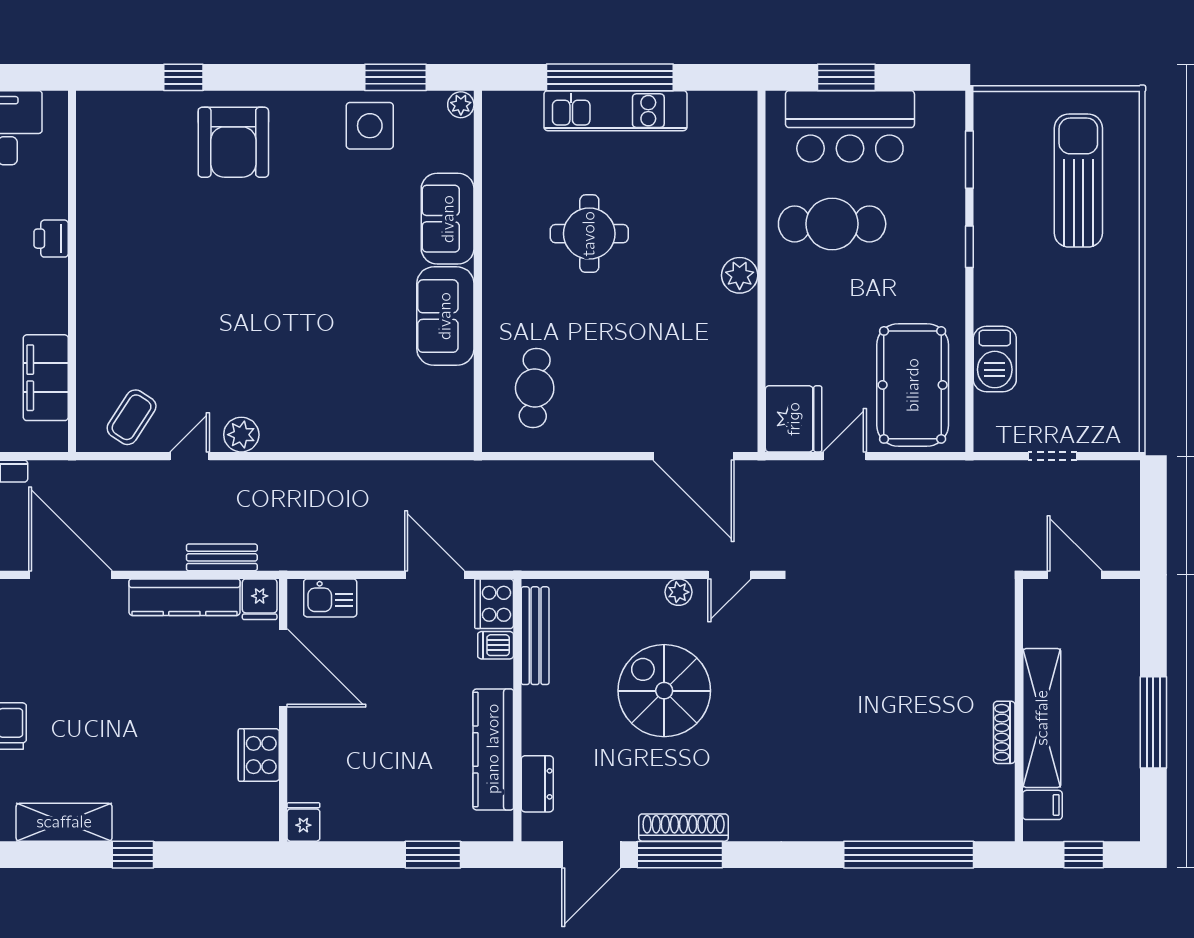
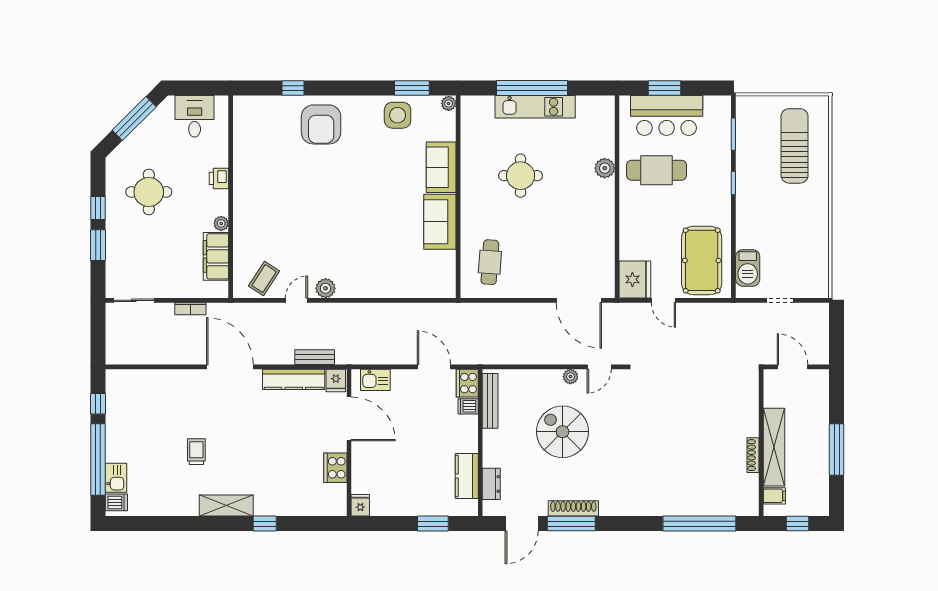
plant: (740, 275) -> (605, 168), moved
plant: (55, 319) -> (221, 223), added
barbecue: (995, 359) -> (748, 268), moved
door: (844, 456) -> (663, 300), swing flipped
kitchen counter: (493, 749) -> (467, 476), width x0.67

